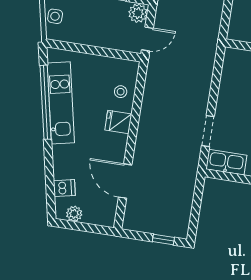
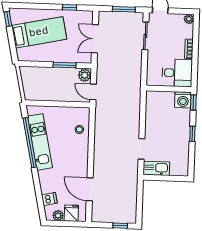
side table: (55, 16) -> (29, 84), removed
door: (147, 39) -> (93, 92), swing flipped
fridge: (118, 122) -> (71, 213), moved, turned 90

